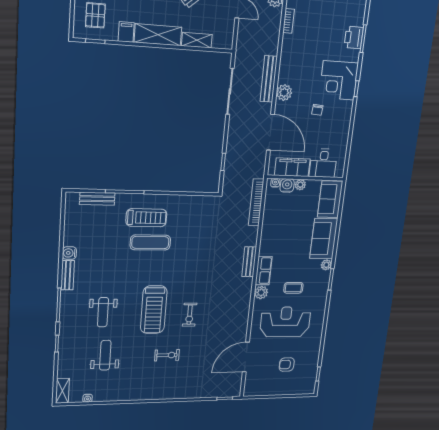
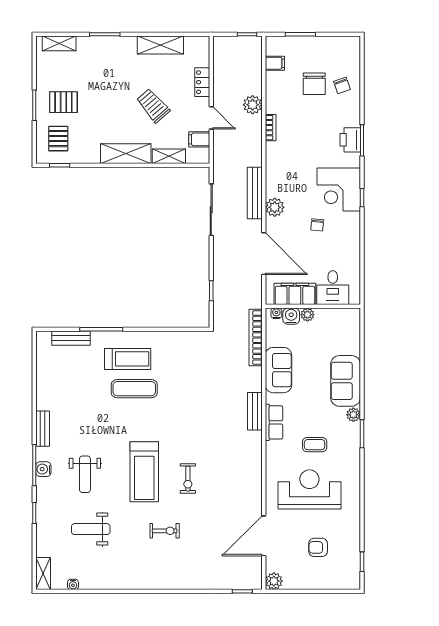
filing cabinet: (126, 32) -> (199, 139), moved, turned -90
sofa: (330, 199) -> (278, 370), moved, turned 180
water cooler: (69, 253) -> (43, 469), moved
plant: (261, 292) -> (274, 581), moved
weight bench: (105, 355) -> (91, 529), turned -90

